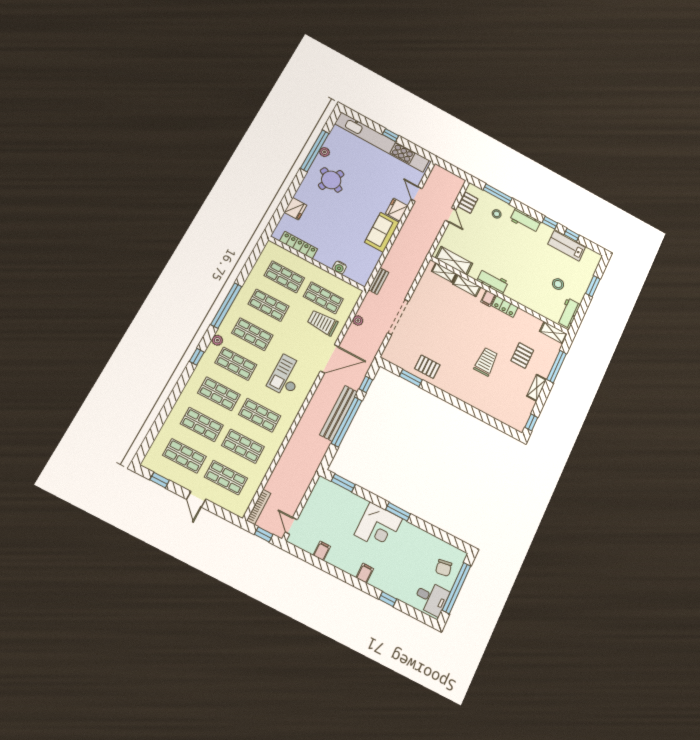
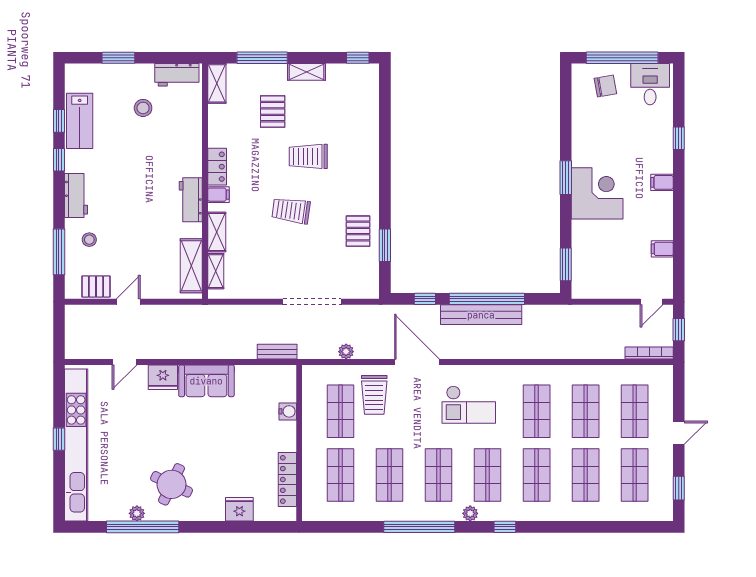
trolley: (459, 334) -> (291, 211), added
pallet: (522, 355) -> (273, 112), turned 90

